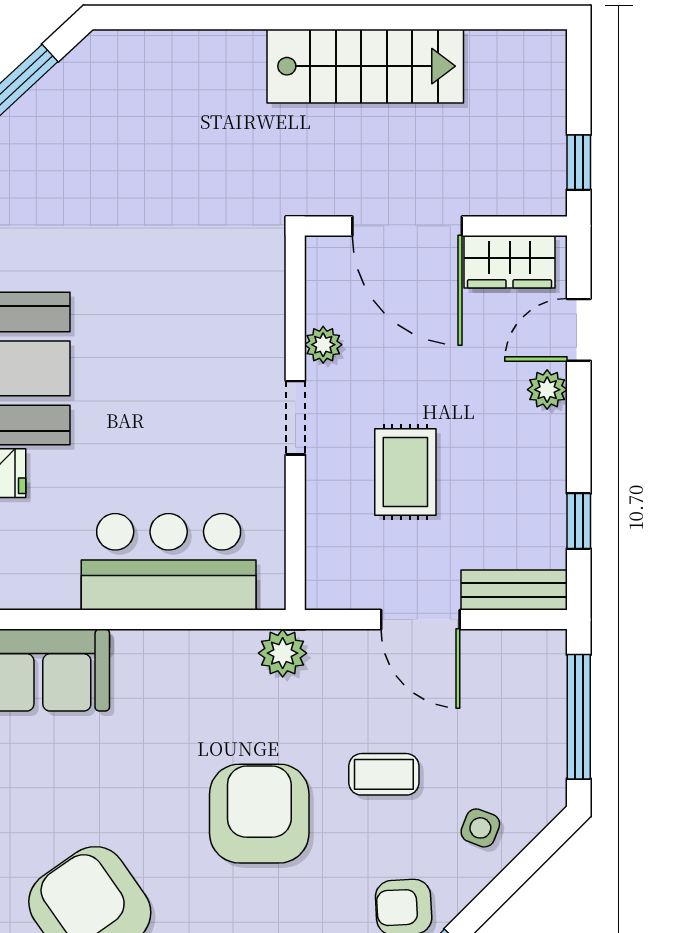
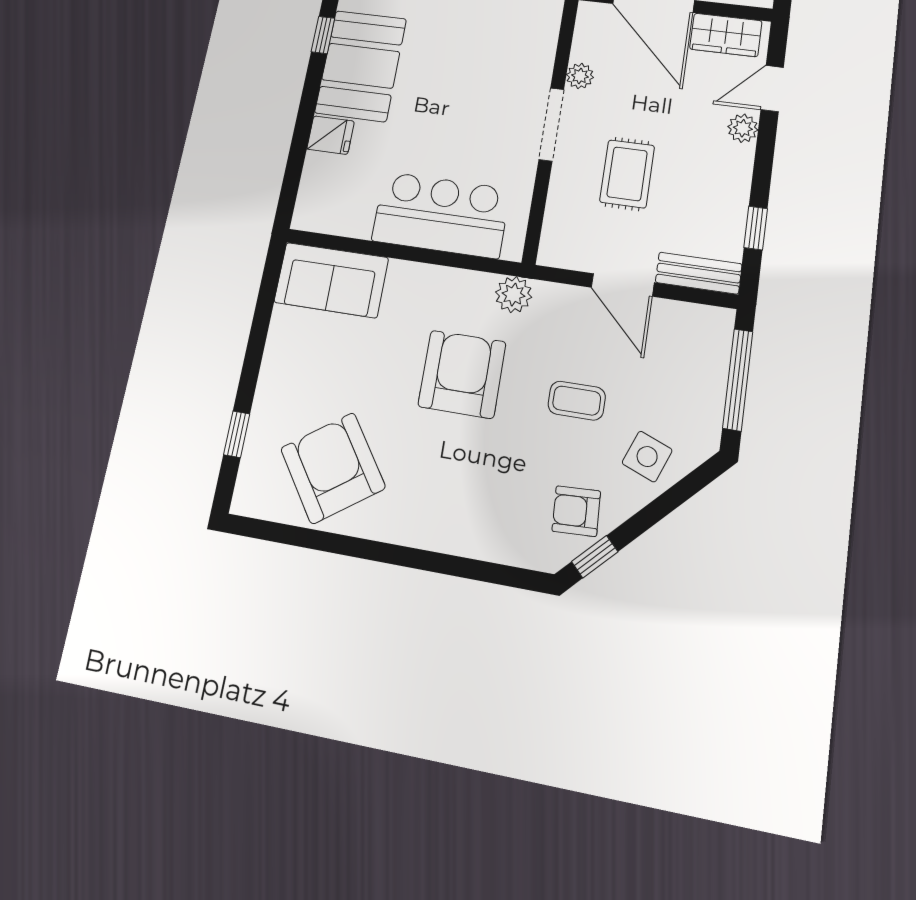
doorway: (295, 418) -> (551, 124), width x1.38
armchair: (259, 814) -> (462, 374), moved
side table: (480, 828) -> (647, 457), width x1.37, depth x1.37

